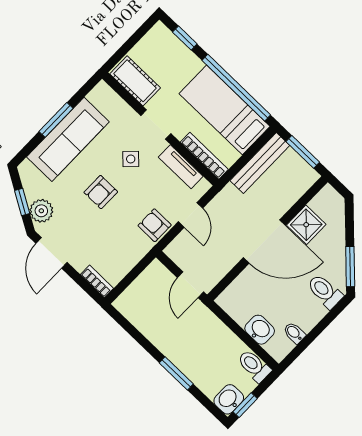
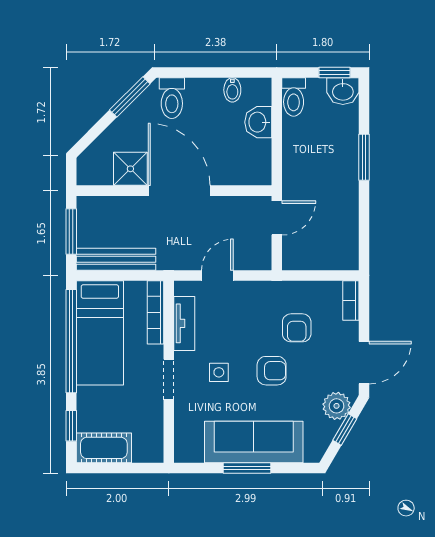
cot: (135, 81) -> (104, 448), moved, turned 90
side table: (131, 159) -> (219, 372), turned 45
armchair: (155, 225) -> (297, 328), moved

